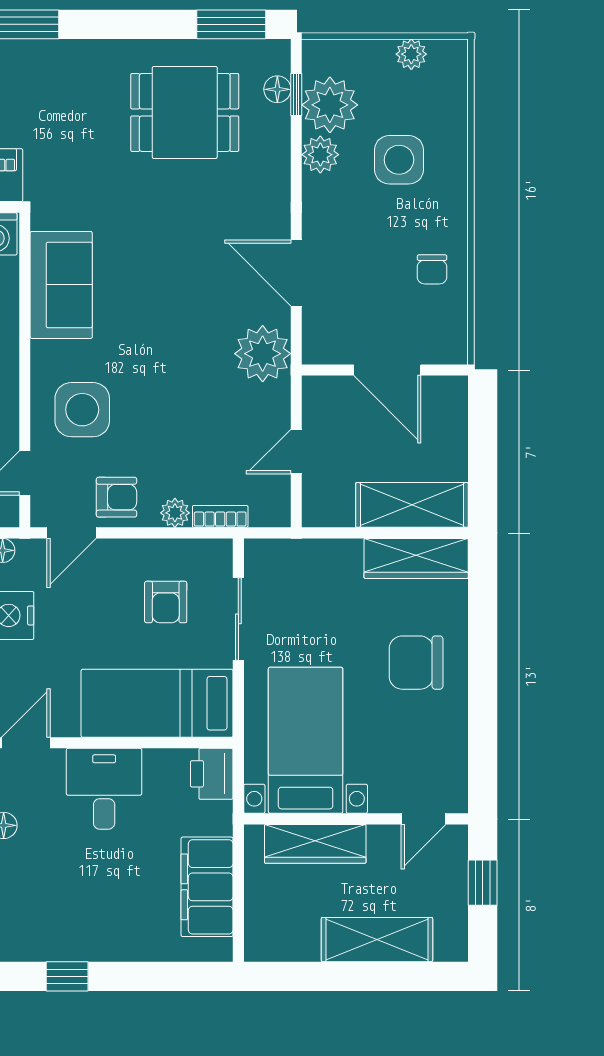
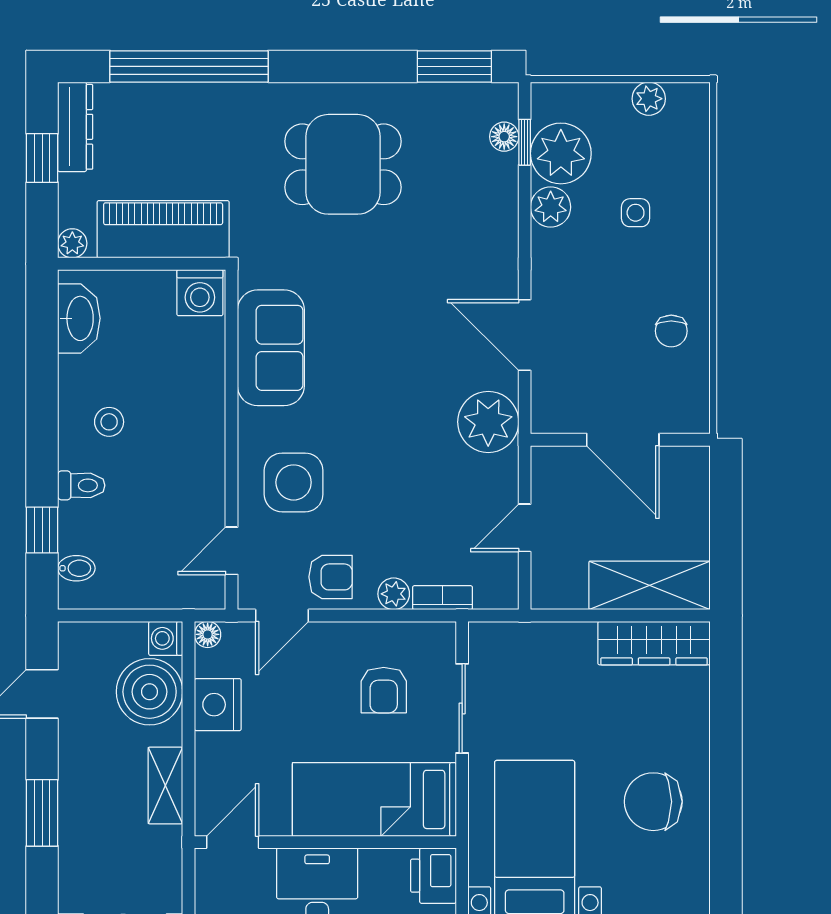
dining table: (185, 112) -> (343, 164), moved
side table: (399, 160) -> (636, 213), width x0.54, depth x0.54
chair: (416, 663) -> (653, 802), moved

